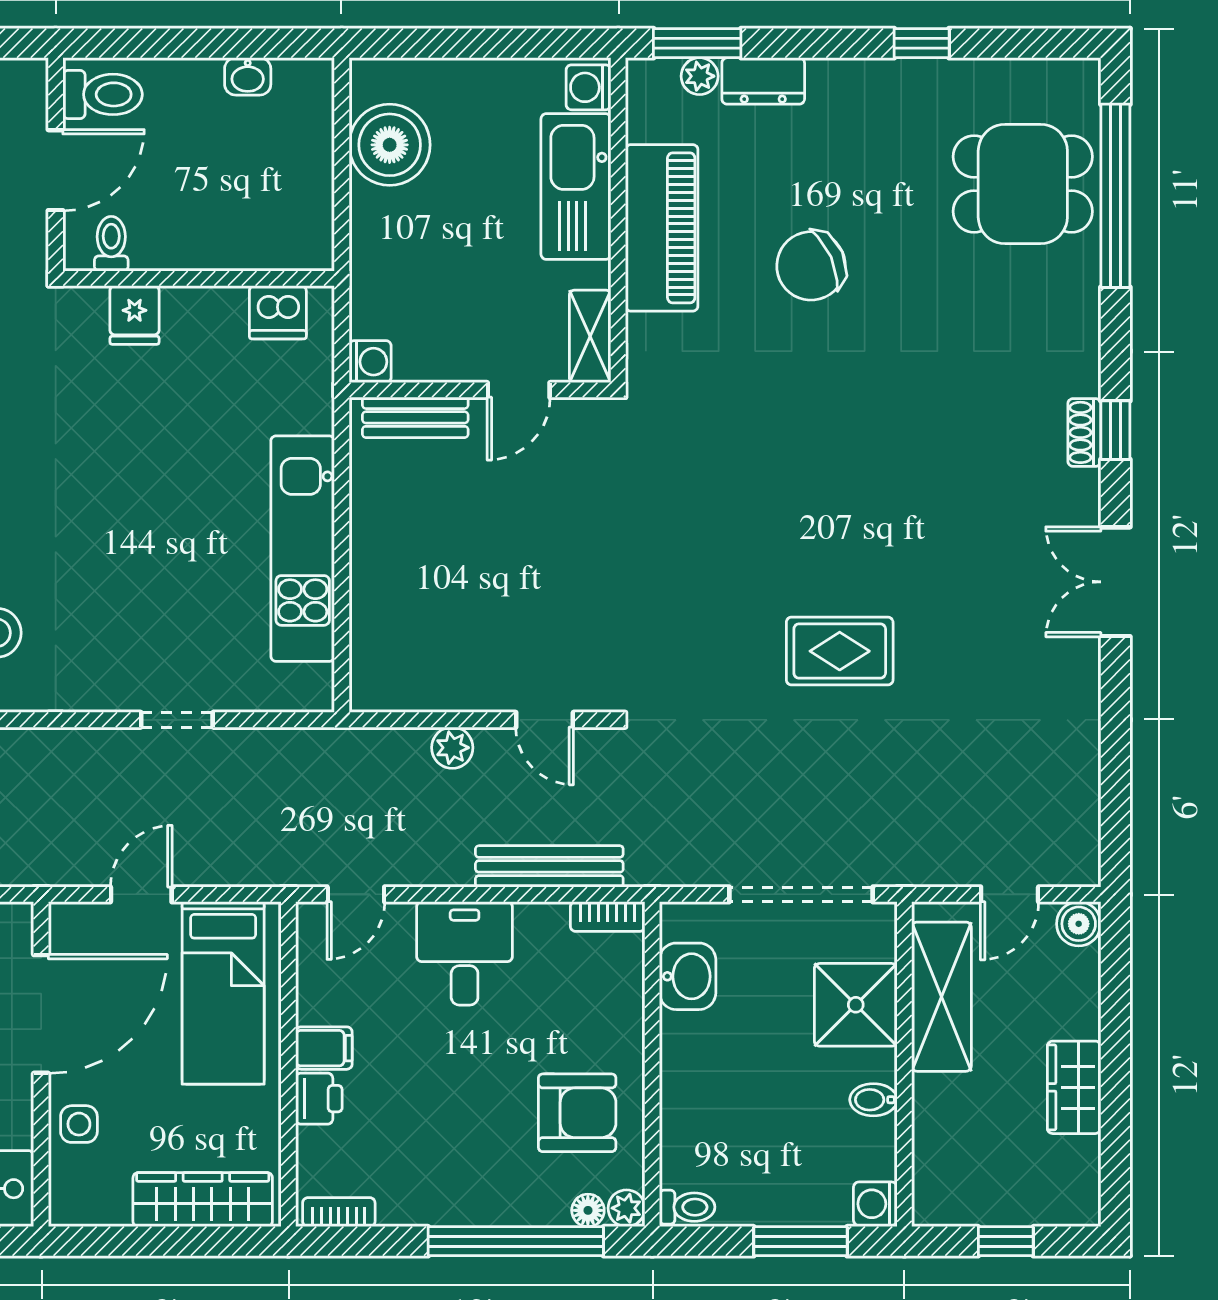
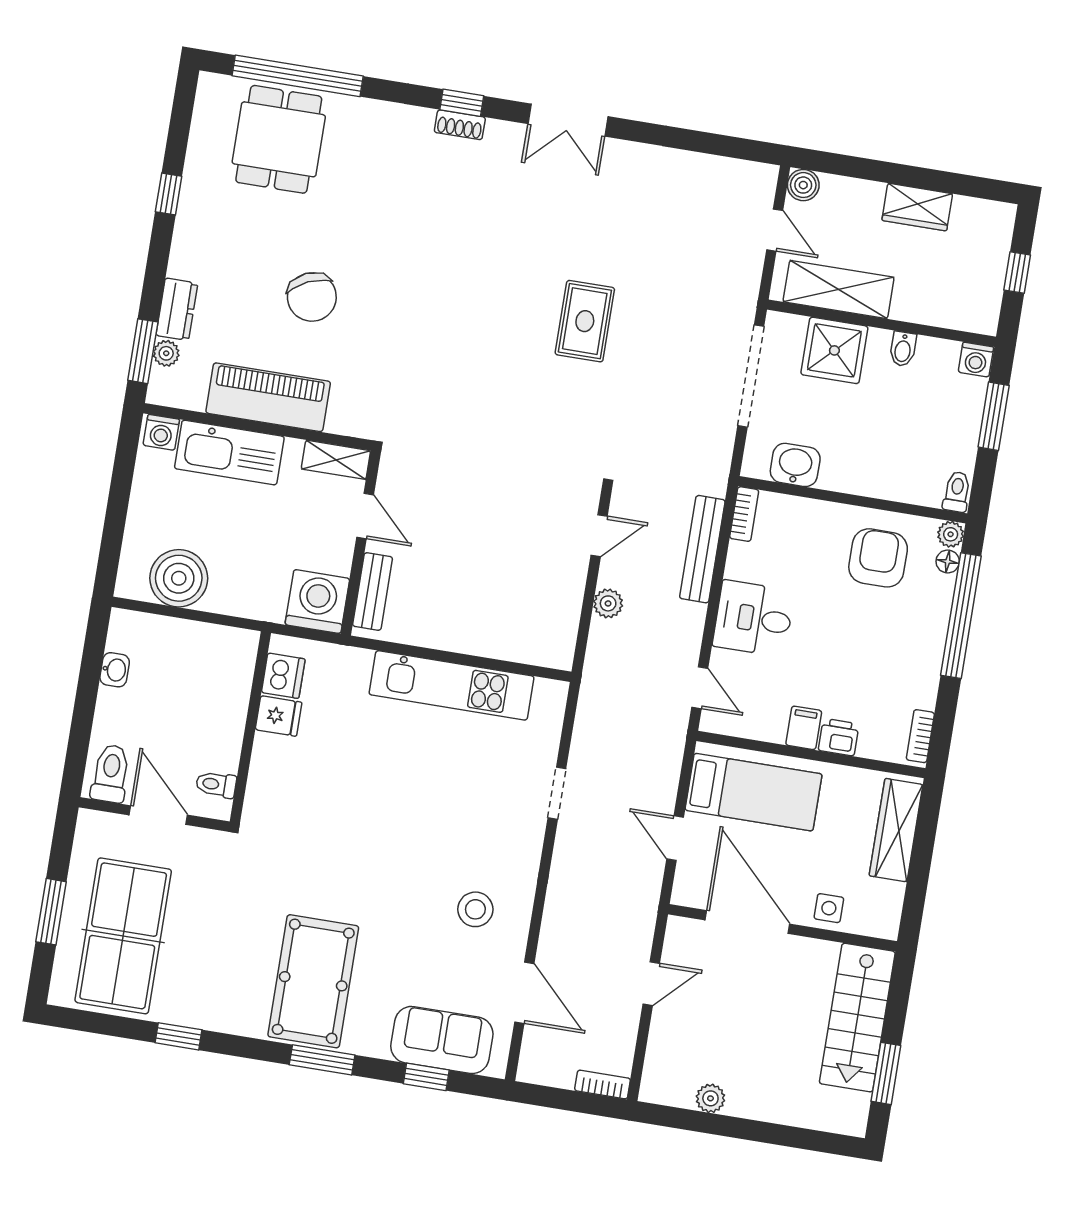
fridge: (135, 315) -> (279, 716), moved
washing machine: (370, 362) -> (317, 602), width x1.89, depth x1.89

